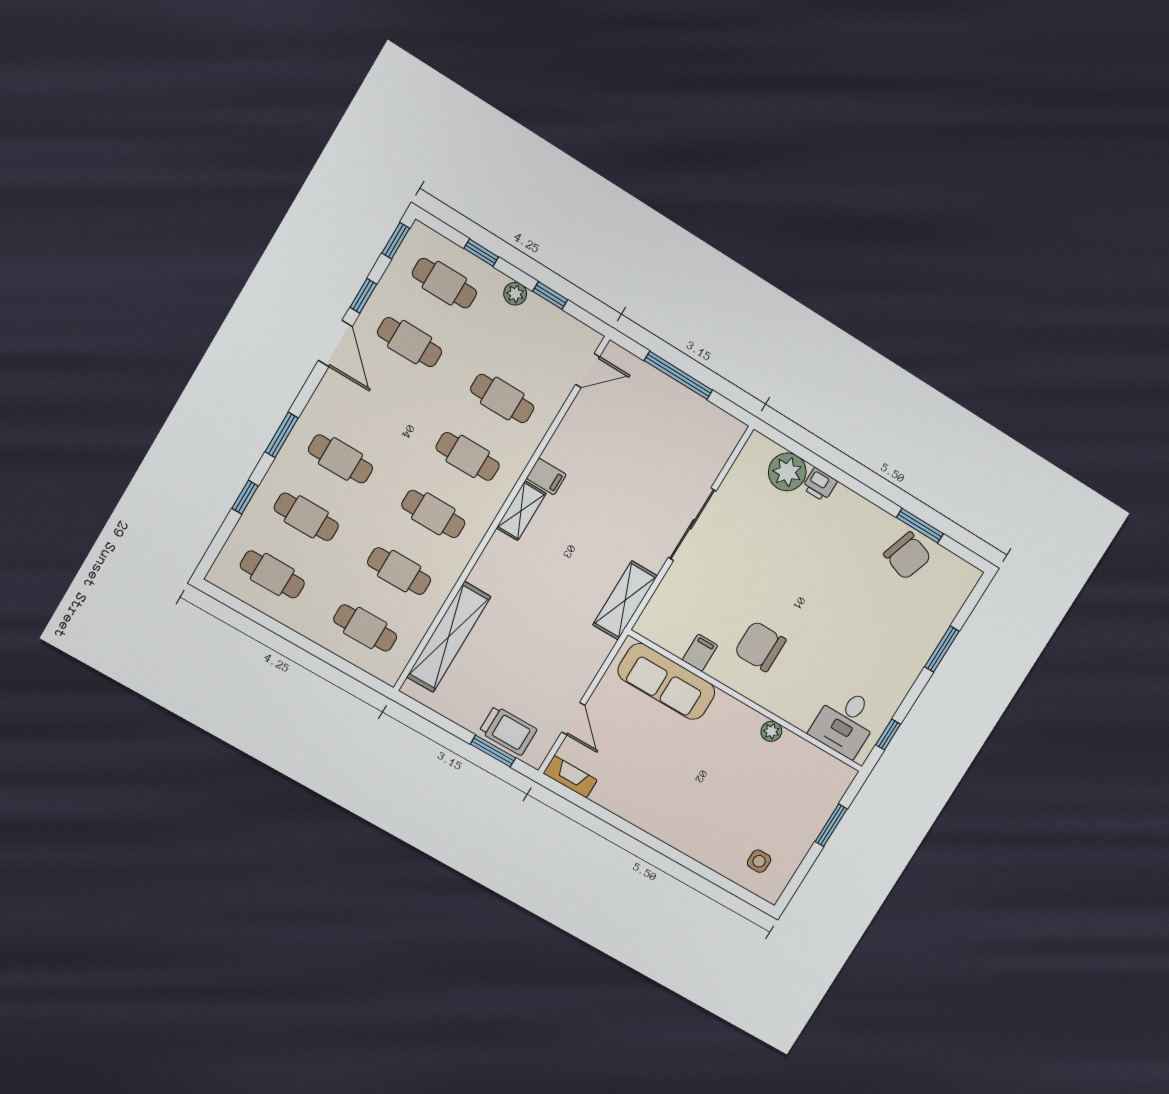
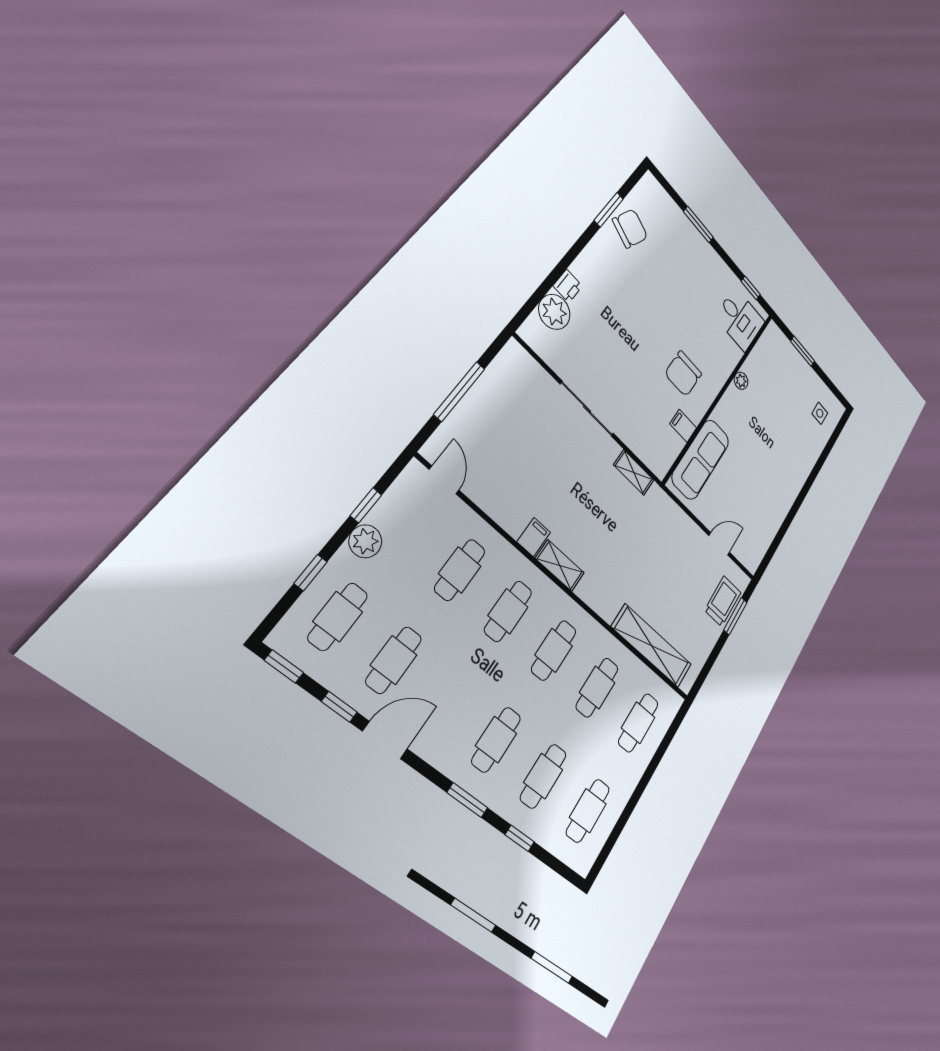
plant: (515, 294) -> (365, 541), width x1.38, depth x1.38
shelving: (625, 600) -> (634, 472), width x0.67, depth x0.75
fireplace: (570, 777) -> (757, 553), removed

